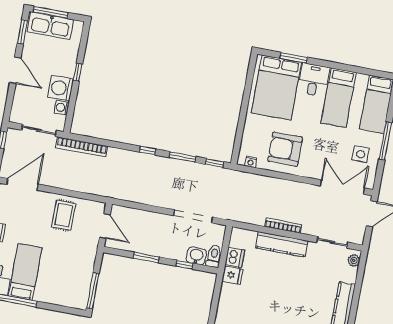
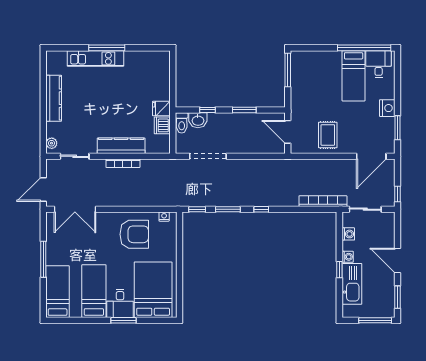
kitchen sink: (50, 26) -> (352, 284), moved, turned 90
window: (294, 58) -> (123, 320), moved
washing machine: (61, 88) -> (348, 257), width x0.53, depth x0.53
side table: (361, 154) -> (64, 243), removed

